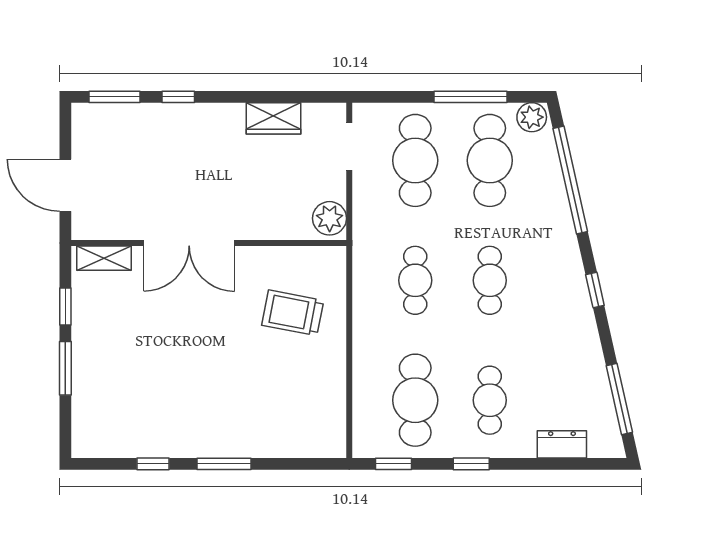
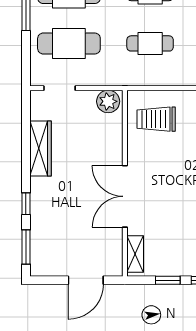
wardrobe: (274, 118) -> (40, 148), width x1.50
double door: (189, 243) -> (125, 196), swing flipped
trolley: (293, 313) -> (156, 119), moved, turned 79

